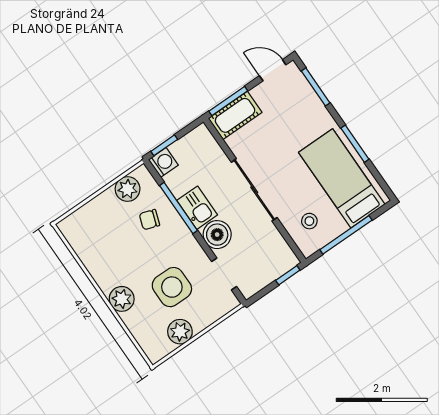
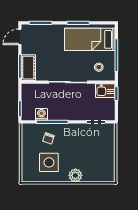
washing machine: (163, 162) -> (41, 114), moved
plant: (128, 189) -> (28, 139), removed
kitchen sink: (197, 208) -> (105, 91), moved, turned 180
boiler: (217, 235) -> (76, 113), removed
side table: (172, 287) -> (49, 162), moved
plant: (180, 332) -> (108, 159), removed

